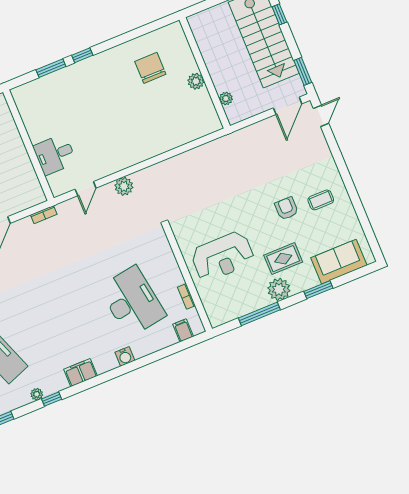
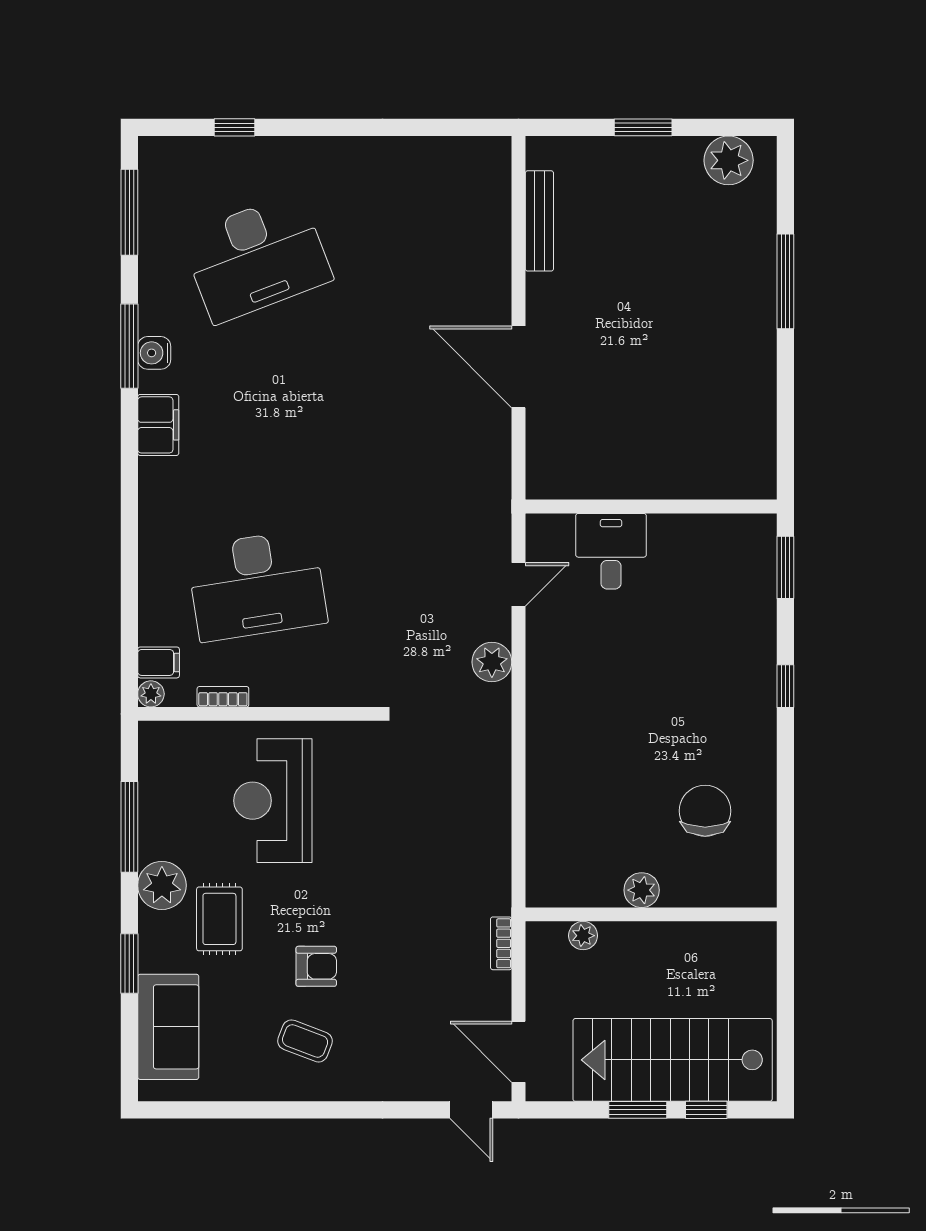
window: (51, 68) -> (785, 567), moved
chair: (150, 68) -> (705, 811), turned -90
window: (303, 71) -> (638, 1110), moved
door: (86, 189) -> (519, 584), swing flipped
coffee table: (321, 200) -> (305, 1041), turned -69
bookcase: (44, 215) -> (501, 943), moved
water cooler: (125, 356) -> (154, 353), moved
plant: (37, 394) -> (151, 694), moved
window: (52, 399) -> (129, 346), width x2.17

